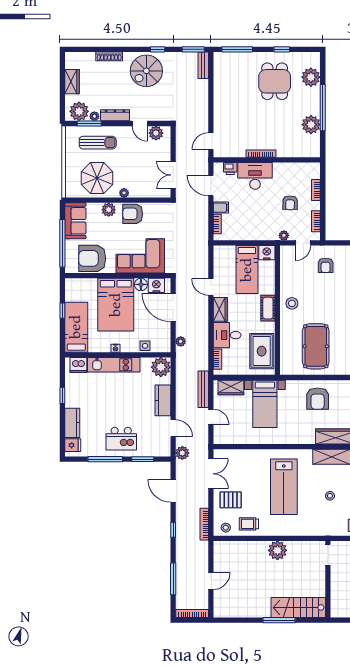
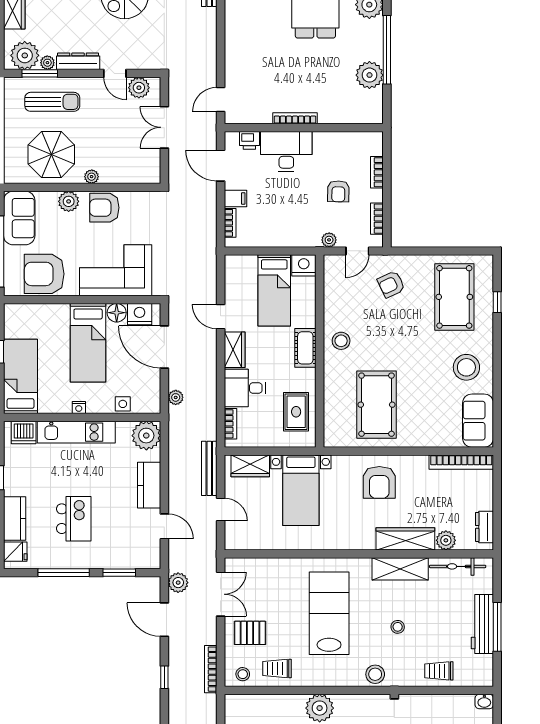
double door: (173, 175) -> (164, 127), moved
armchair: (326, 265) -> (391, 284), turned 65
bed: (116, 305) -> (88, 343), width x0.67
rug: (262, 351) -> (296, 412), width x0.73, depth x0.70
kitchen island: (121, 439) -> (74, 519), moved, turned -90
plant: (182, 453) -> (178, 583), moved
lab bench: (284, 487) -> (329, 613), turned 180
stool: (315, 528) -> (375, 674), added

